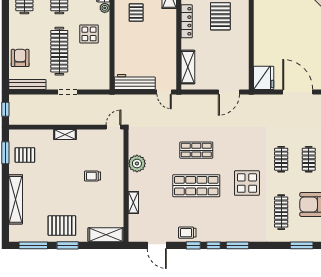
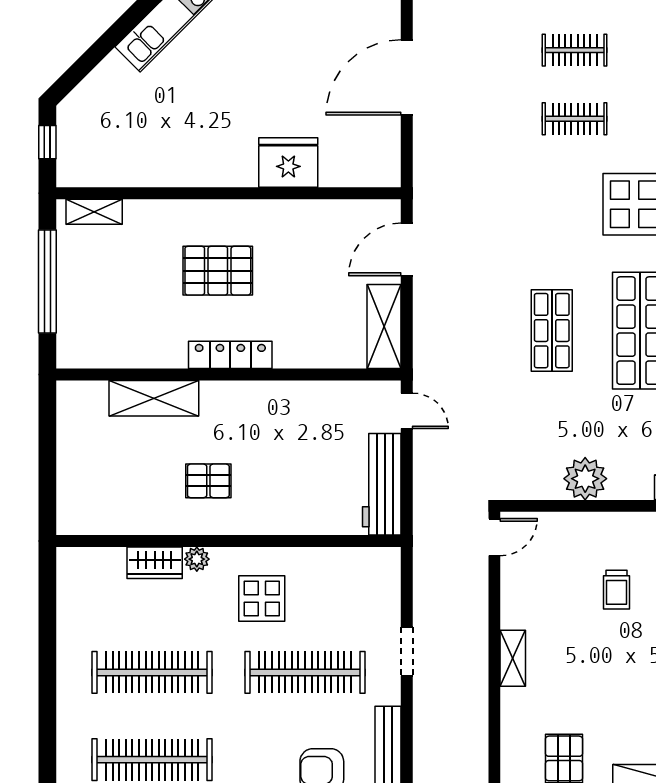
shelving: (188, 67) -> (384, 326), moved, turned 90
fridge: (264, 78) -> (288, 163), moved
door: (164, 92) -> (407, 411), hinge flipped
door: (229, 92) -> (407, 249), swing flipped
door: (114, 127) -> (494, 537), swing flipped

